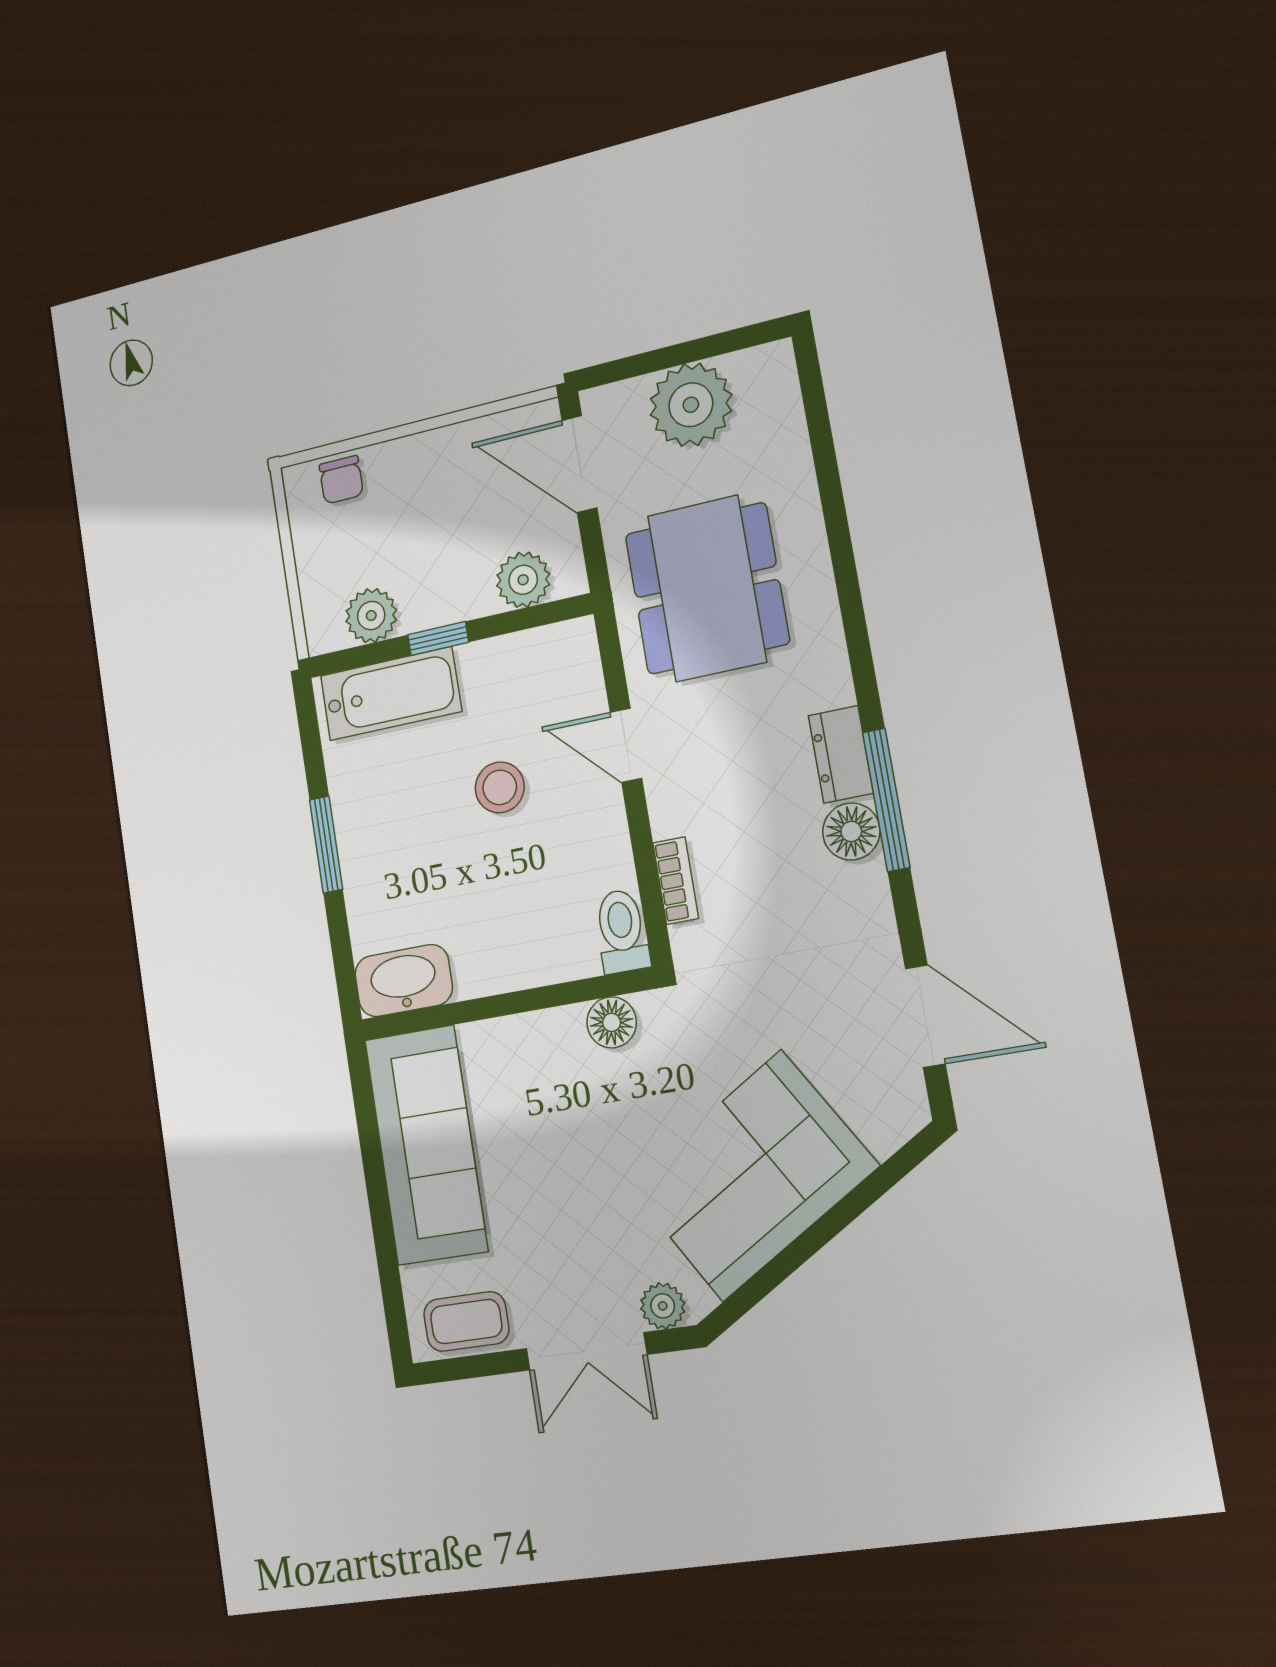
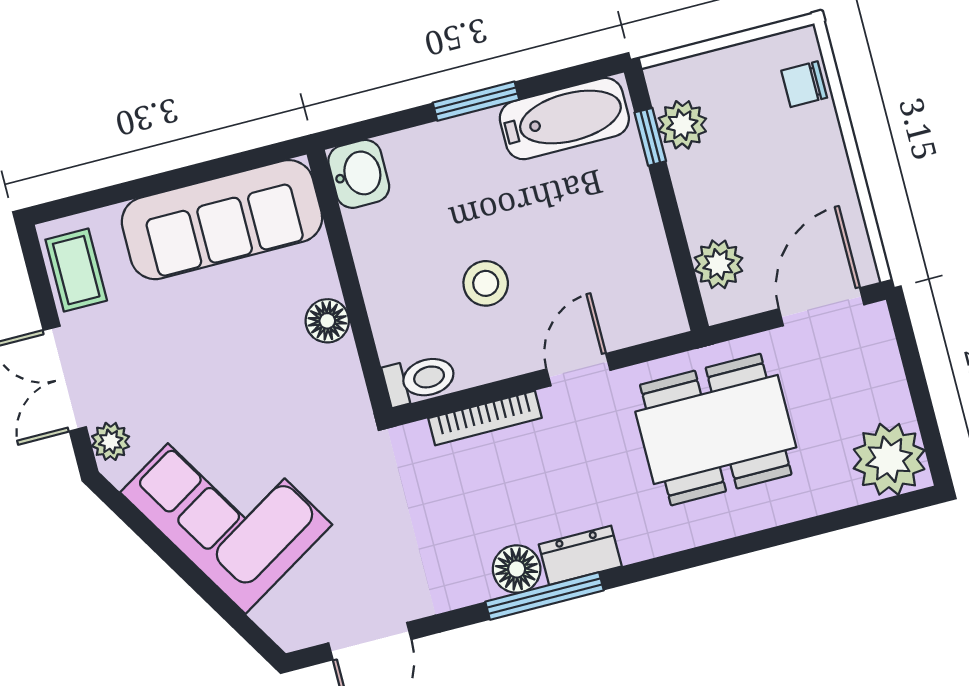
plant: (691, 405) -> (889, 459), moved
window: (438, 638) -> (650, 137), moved
bathtub: (391, 694) -> (564, 119), moved, turned -90
stool: (500, 787) -> (486, 283), moved
bookcase: (676, 881) -> (485, 418), width x1.56
washbasin: (404, 981) -> (359, 174), width x0.72
floor lamp: (612, 1022) -> (327, 321), moved

